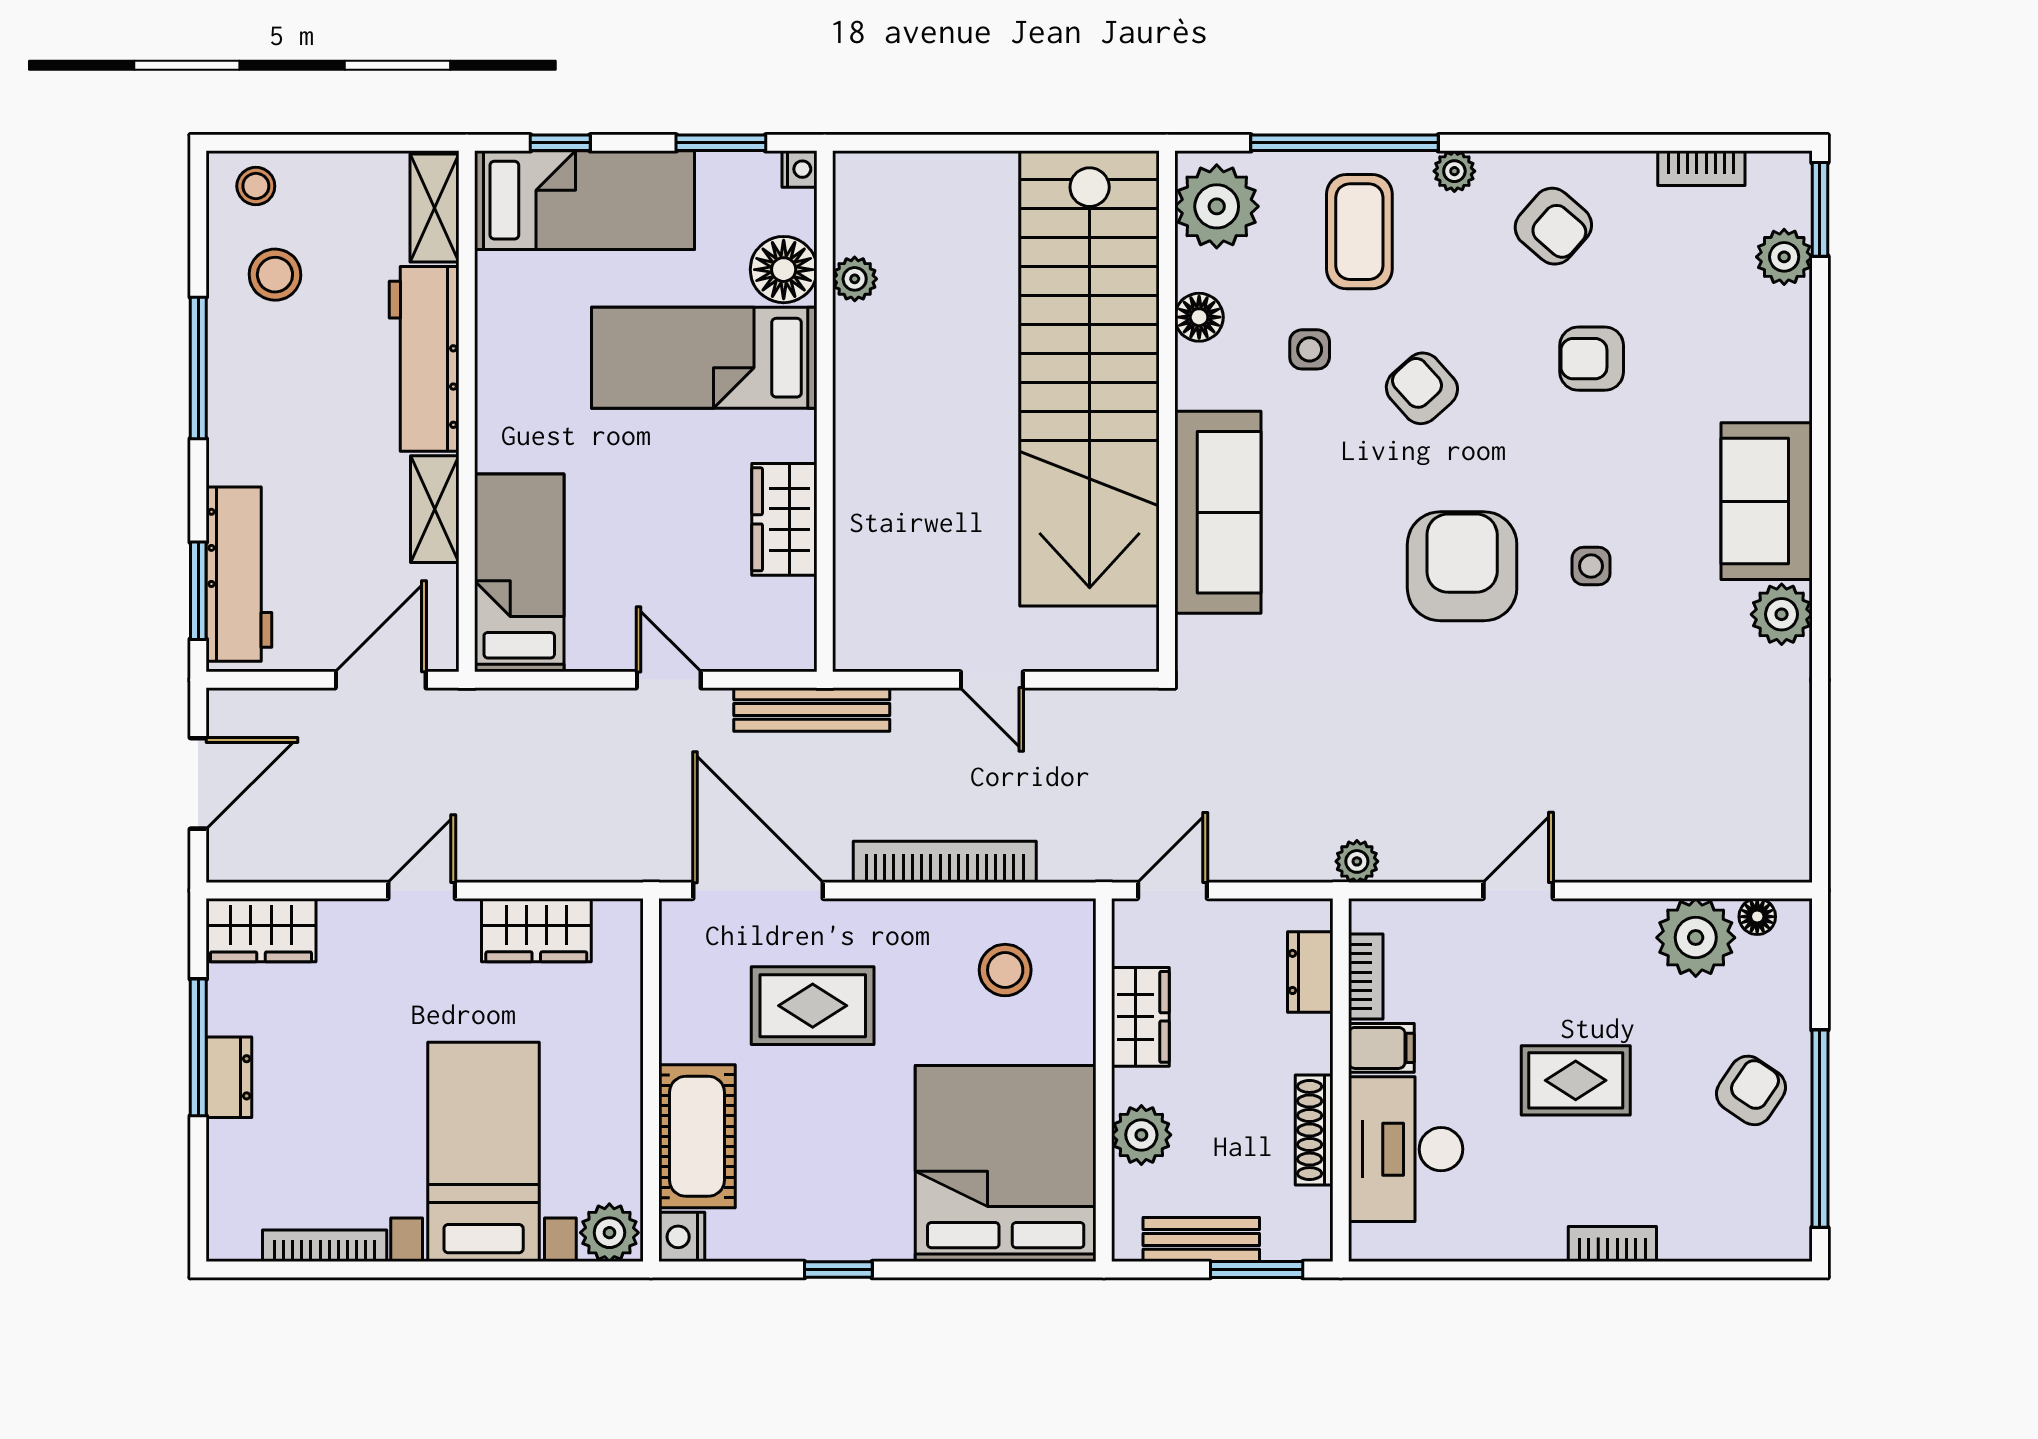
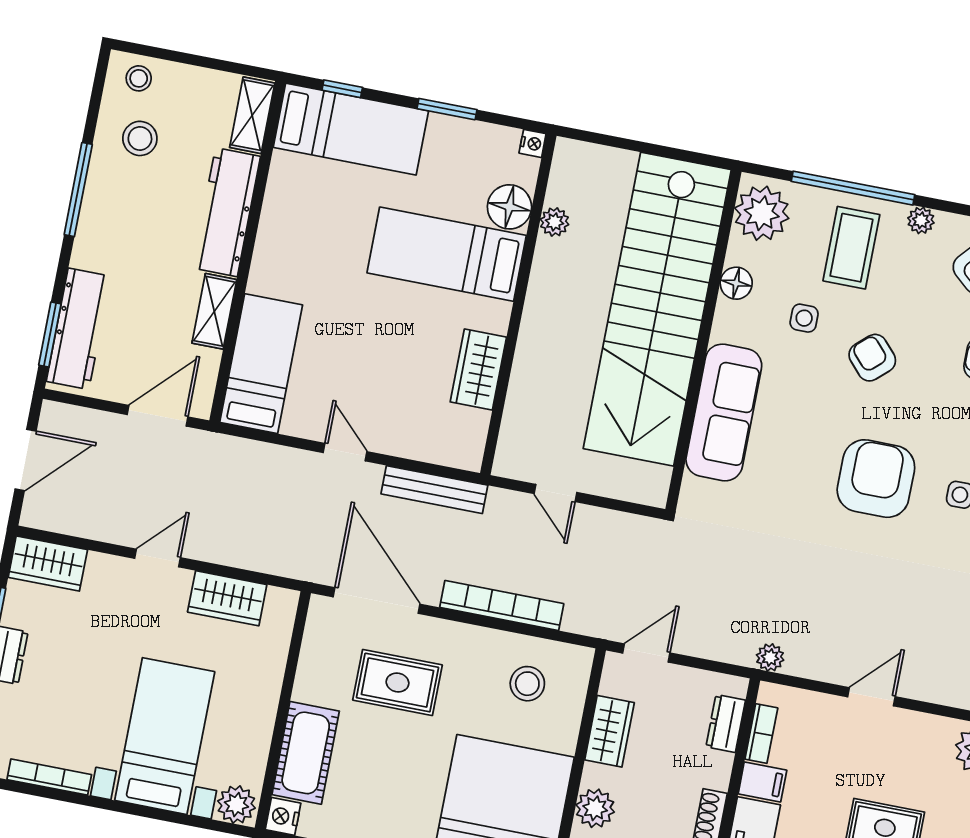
nightstand: (800, 169) -> (533, 143), moved
floor lamp: (784, 270) -> (509, 207), moved
plant: (855, 279) -> (555, 222), moved
bed: (704, 358) -> (447, 254), moved
wall: (825, 411) -> (518, 304), moved
wardrobe: (784, 519) -> (478, 370), moved

